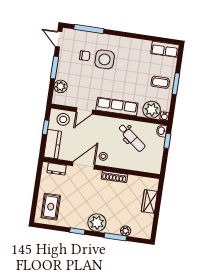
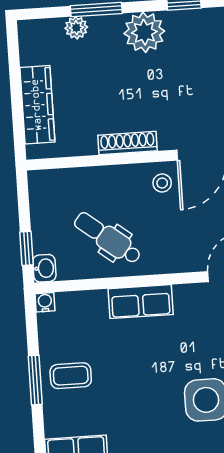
row of seats: (117, 107) -> (141, 302), width x0.68
plant: (152, 110) -> (77, 310), removed
wardrobe: (149, 201) -> (37, 105), width x1.50

